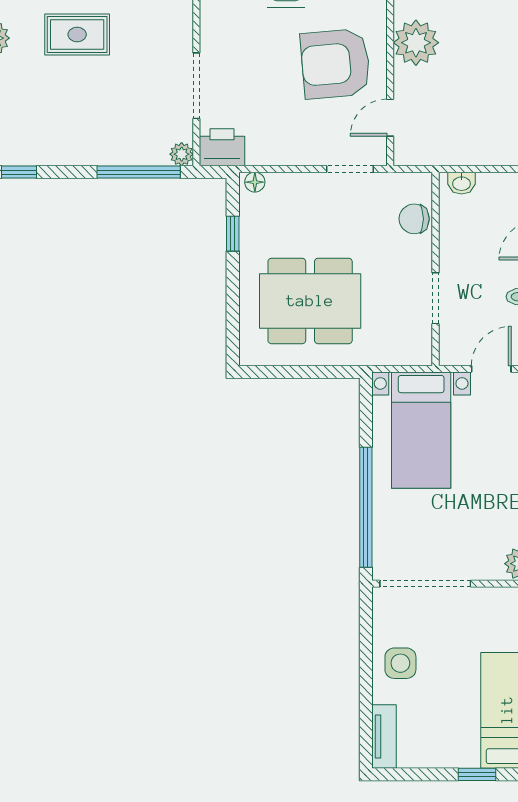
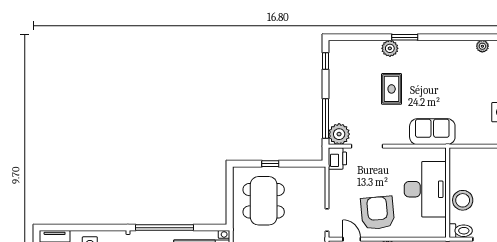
plant: (182, 154) -> (339, 134), width x1.88, depth x1.88
floor lamp: (255, 182) -> (321, 174), removed
window: (233, 234) -> (270, 164), moved

